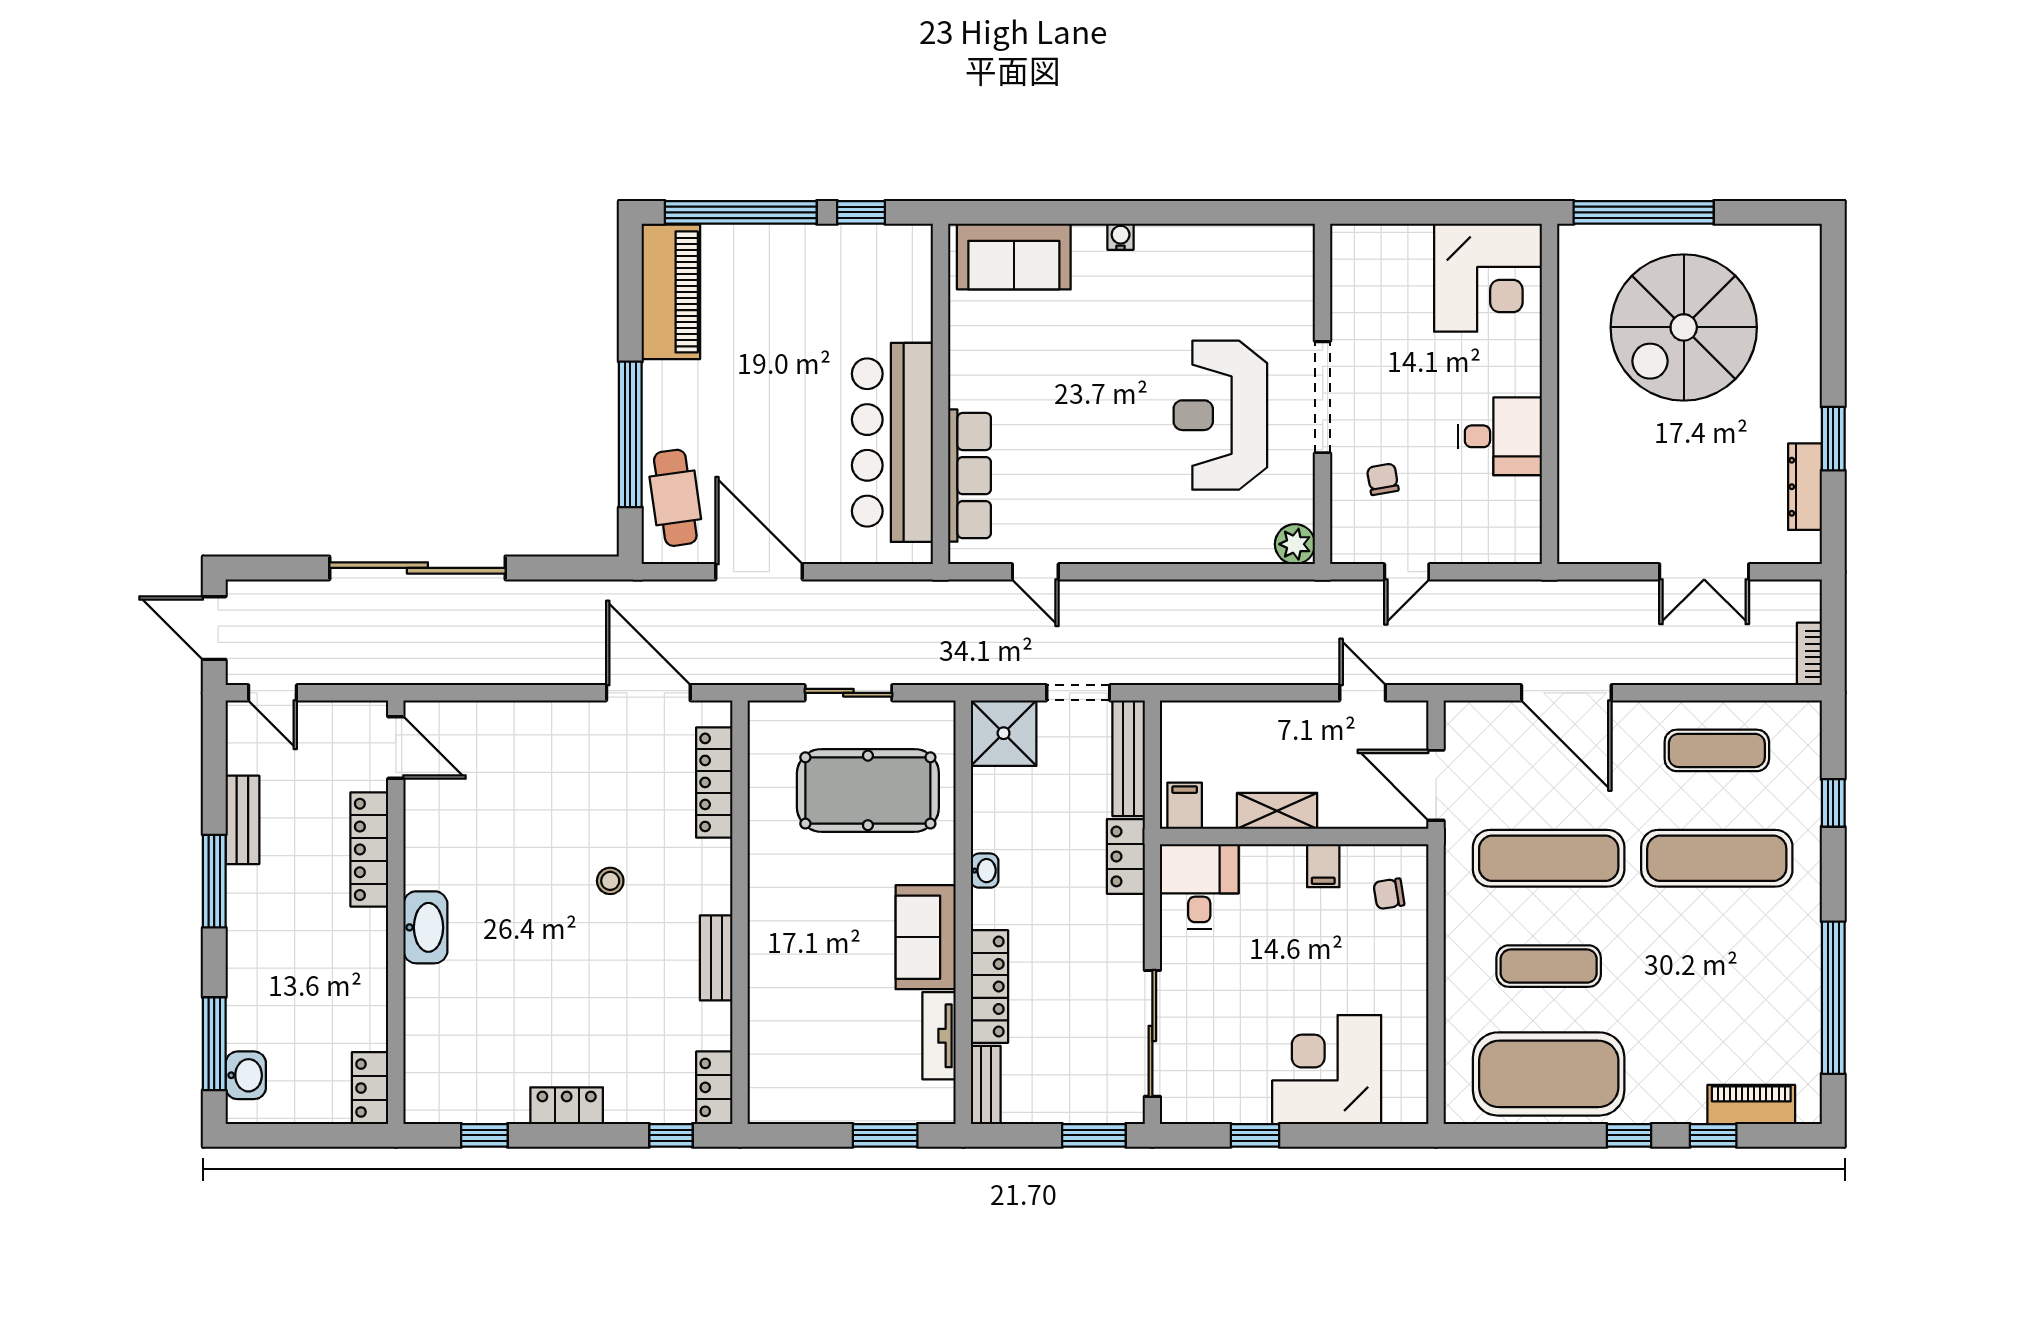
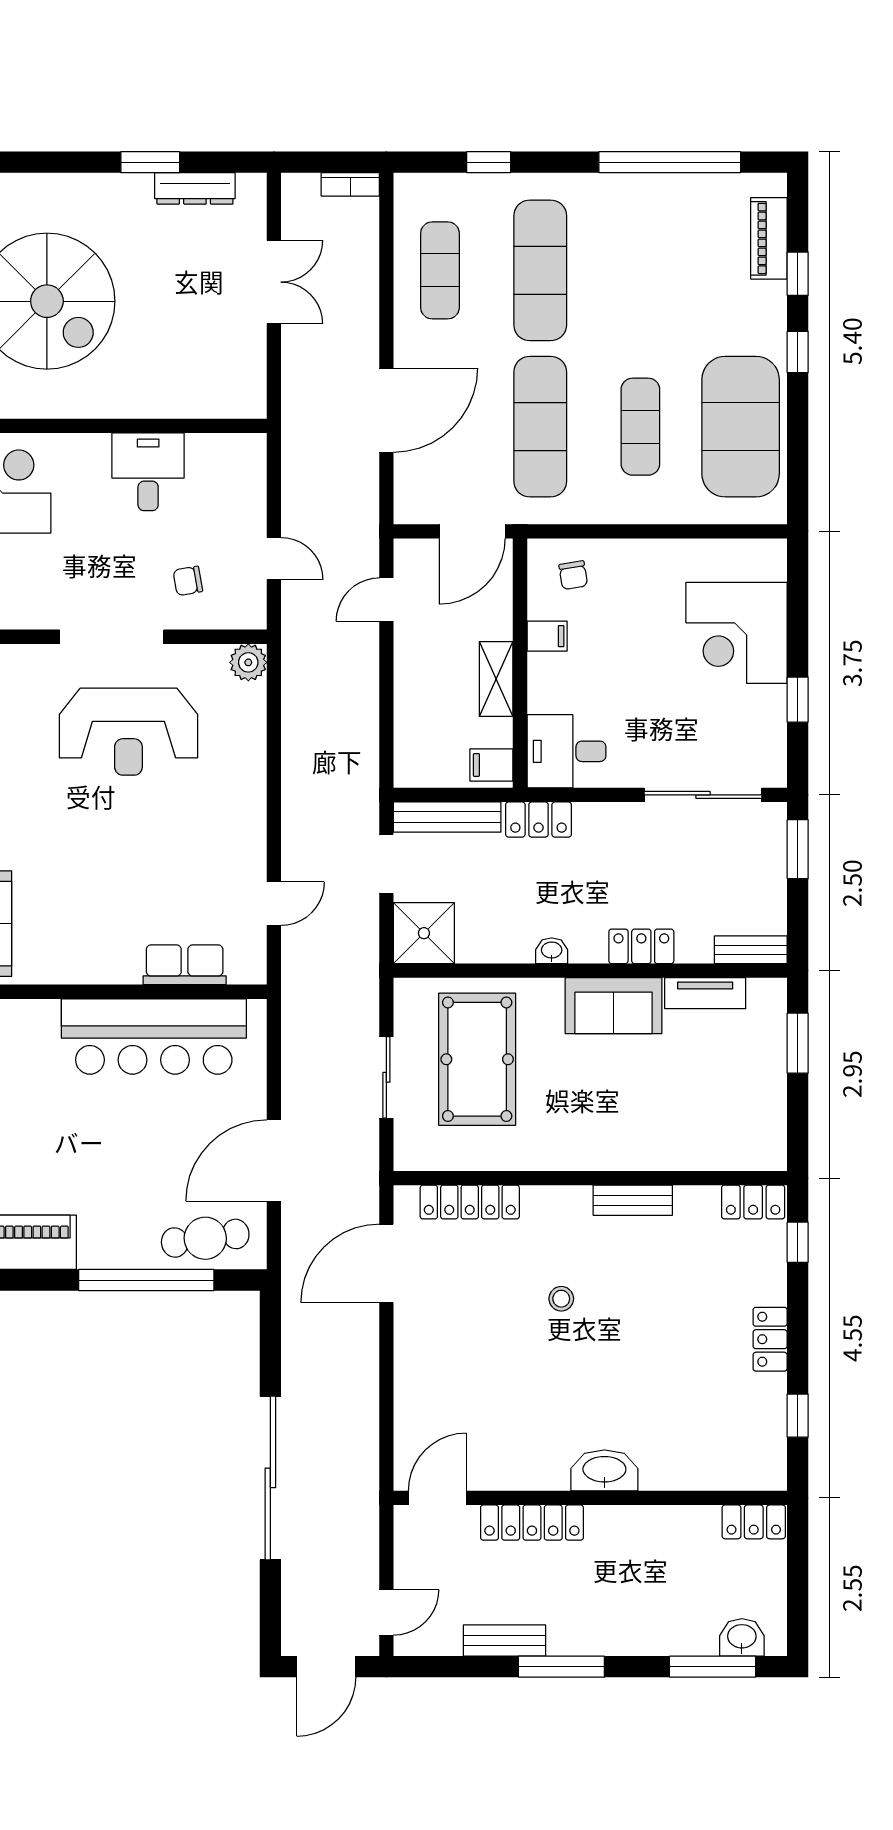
row of seats: (969, 476) -> (185, 965), width x0.68
locker: (989, 986) -> (641, 946), width x0.66

